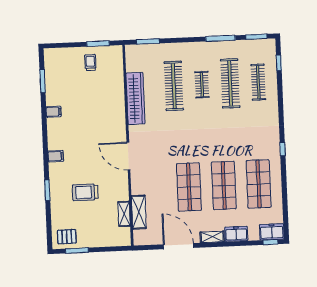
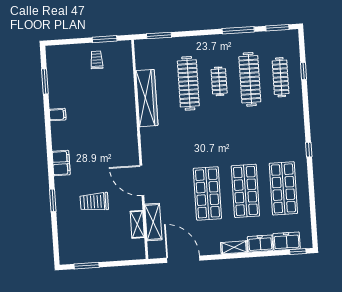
window: (279, 63) -> (304, 71), moved
filing cabinet: (56, 156) -> (61, 163), width x2.00
door: (128, 156) -> (142, 180), moved
freezer: (272, 232) -> (287, 241), moved
pallet: (67, 237) -> (75, 251), removed
door: (179, 246) -> (183, 259), moved

